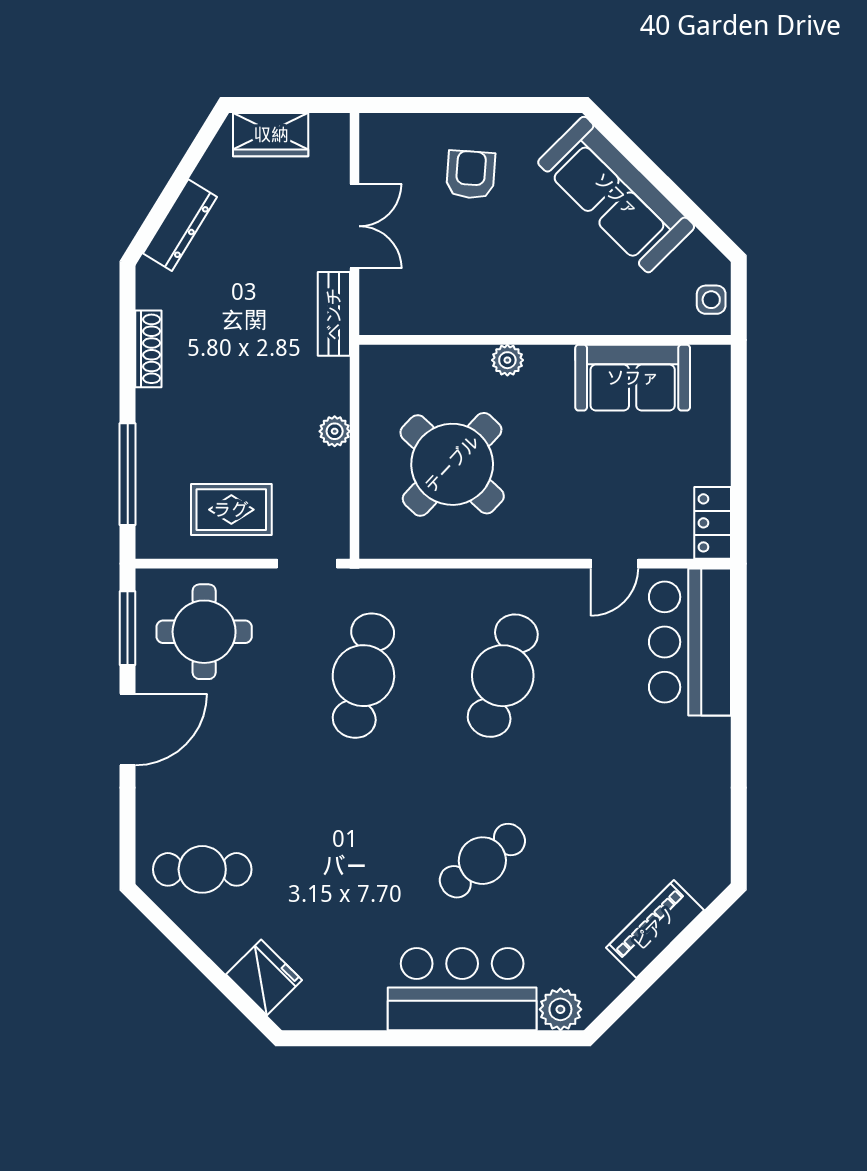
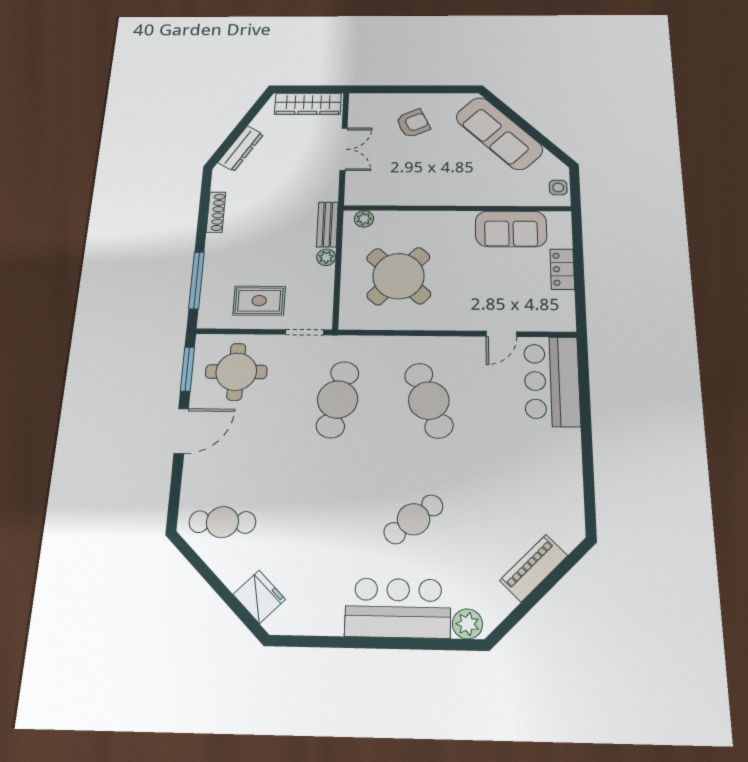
wardrobe: (271, 135) -> (308, 104), width x1.50
armchair: (471, 175) -> (413, 123), turned 61
bench: (334, 314) -> (327, 224), moved
plant: (507, 360) -> (364, 219), moved
locker: (713, 523) -> (562, 269), moved
cafe table: (503, 676) -> (429, 401), turned -39

